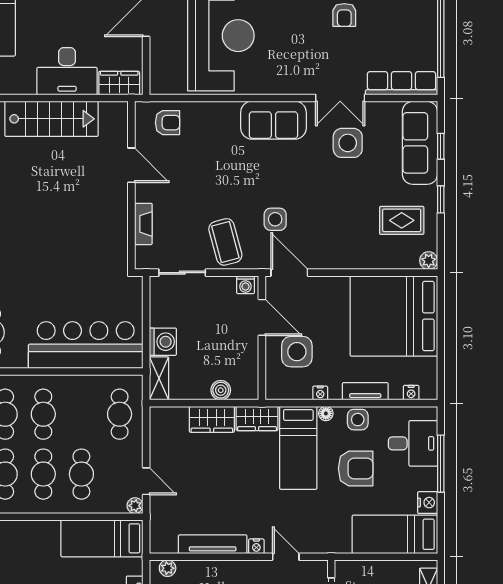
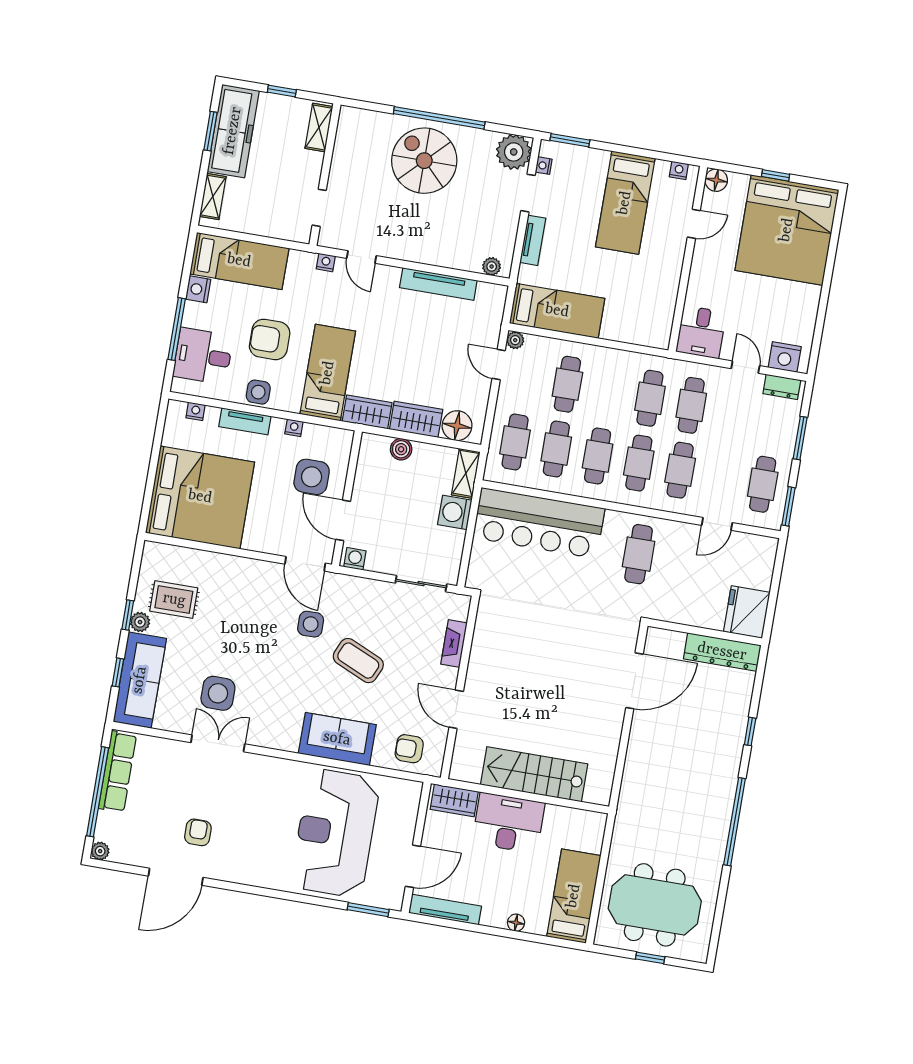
row of seats: (401, 83) -> (117, 772), moved, turned -90
sofa: (273, 120) -> (337, 739), moved
coffee table: (225, 242) -> (358, 661), moved, turned -51
plant: (429, 261) -> (140, 622), moved
floor lamp: (326, 413) -> (457, 426), moved, width x1.89, depth x1.89
cafe table: (43, 474) -> (556, 449), moved
nightstand: (256, 546) -> (326, 262), moved

